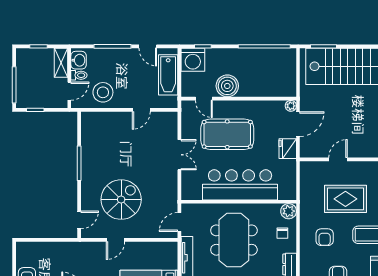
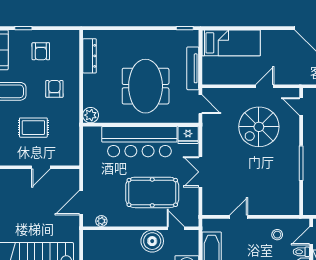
stool: (103, 92) -> (277, 235), width x0.53, depth x0.53
plant: (291, 106) -> (101, 221), moved
fridge: (288, 149) -> (188, 135), moved, turned 90
rug: (345, 199) -> (33, 128), width x0.73, depth x0.70
door: (79, 220) -> (301, 106), hinge flipped
door: (179, 222) -> (200, 104), hinge flipped
chair: (282, 233) -> (97, 93), removed

